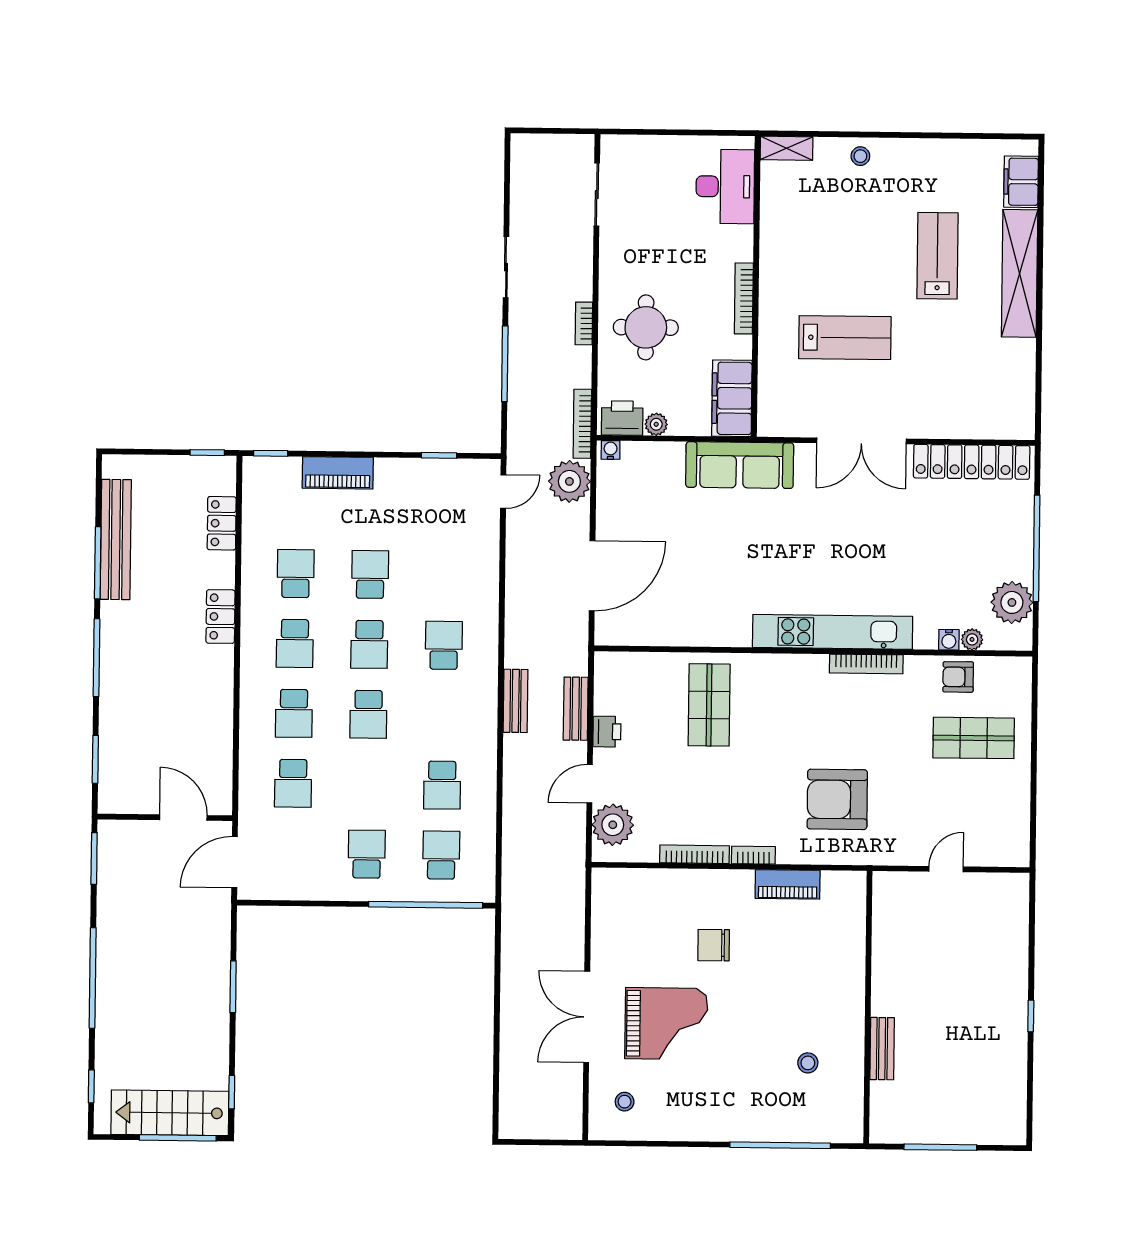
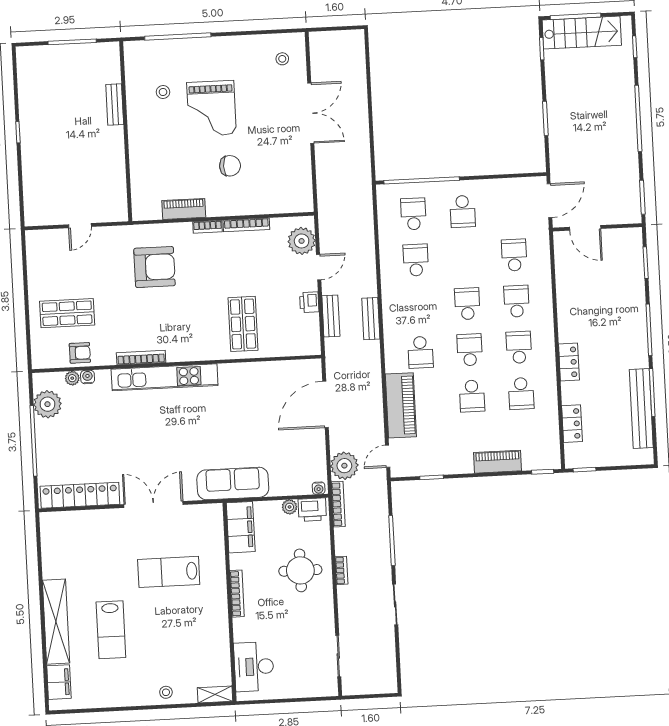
piano: (478, 567) -> (401, 405), added
school desk: (441, 855) -> (413, 214), turned 180
grand piano: (666, 1024) -> (211, 108), moved, turned -90

